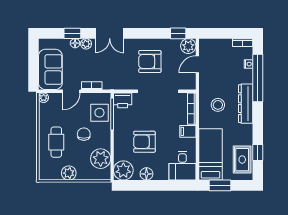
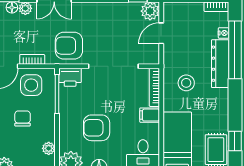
armchair: (150, 61) -> (69, 46), moved
dresser: (246, 104) -> (220, 64), moved
side table: (99, 113) -> (31, 85), moved
plant: (101, 159) -> (49, 148), width x0.53, depth x0.53

